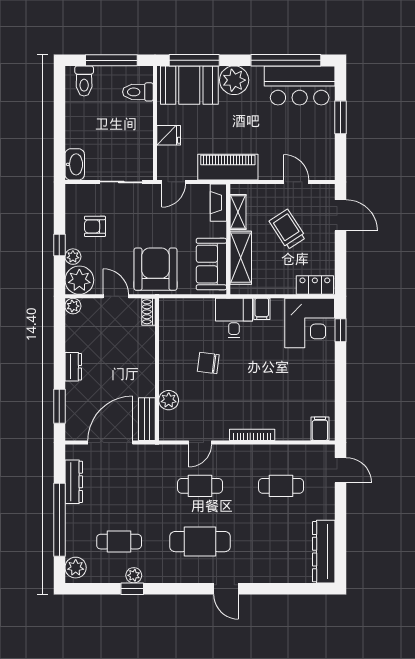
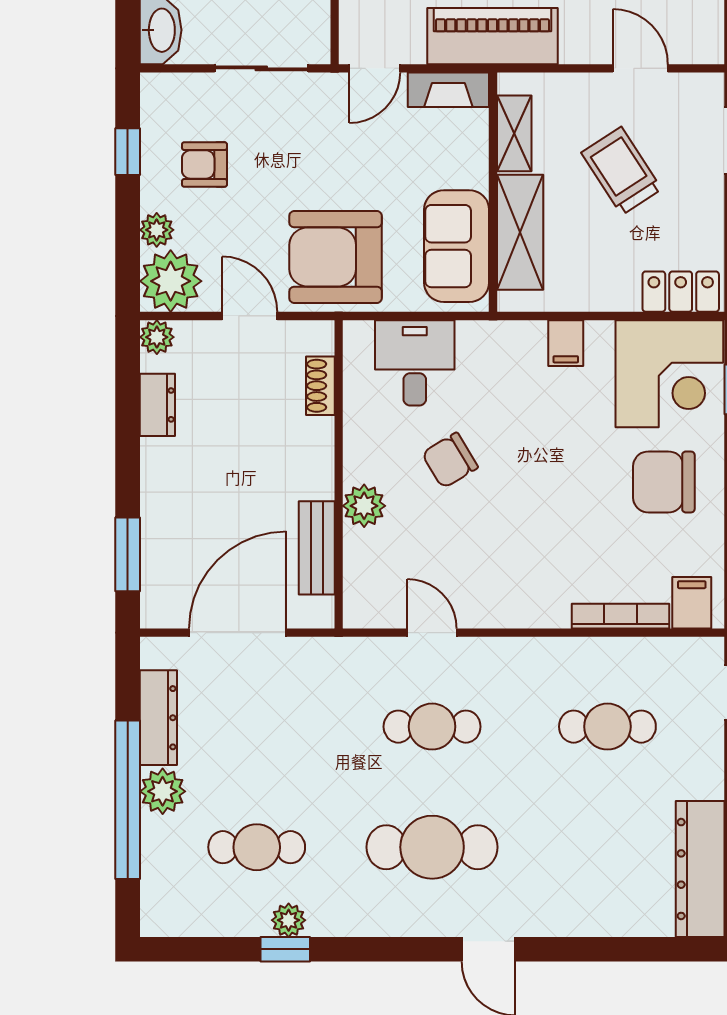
fireplace: (218, 203) -> (448, 90), moved, turned -90
window: (59, 245) -> (128, 152), moved
armchair: (155, 269) -> (336, 257), turned -90
shoe rack: (148, 312) -> (320, 386), moved
desk: (234, 318) -> (415, 363), moved
chair: (208, 363) -> (450, 460), turned -38
dresser: (73, 367) -> (157, 405), moved
chair: (307, 373) -> (664, 482), added
plant: (169, 400) -> (364, 506), moved
bench: (147, 419) -> (317, 548), moved
bookcase: (252, 435) -> (621, 616), moved
door: (200, 443) -> (432, 633), swing flipped
plant: (76, 568) -> (163, 791), moved

